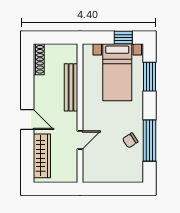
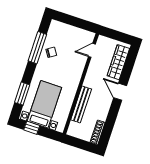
door: (80, 140) -> (92, 50), moved

